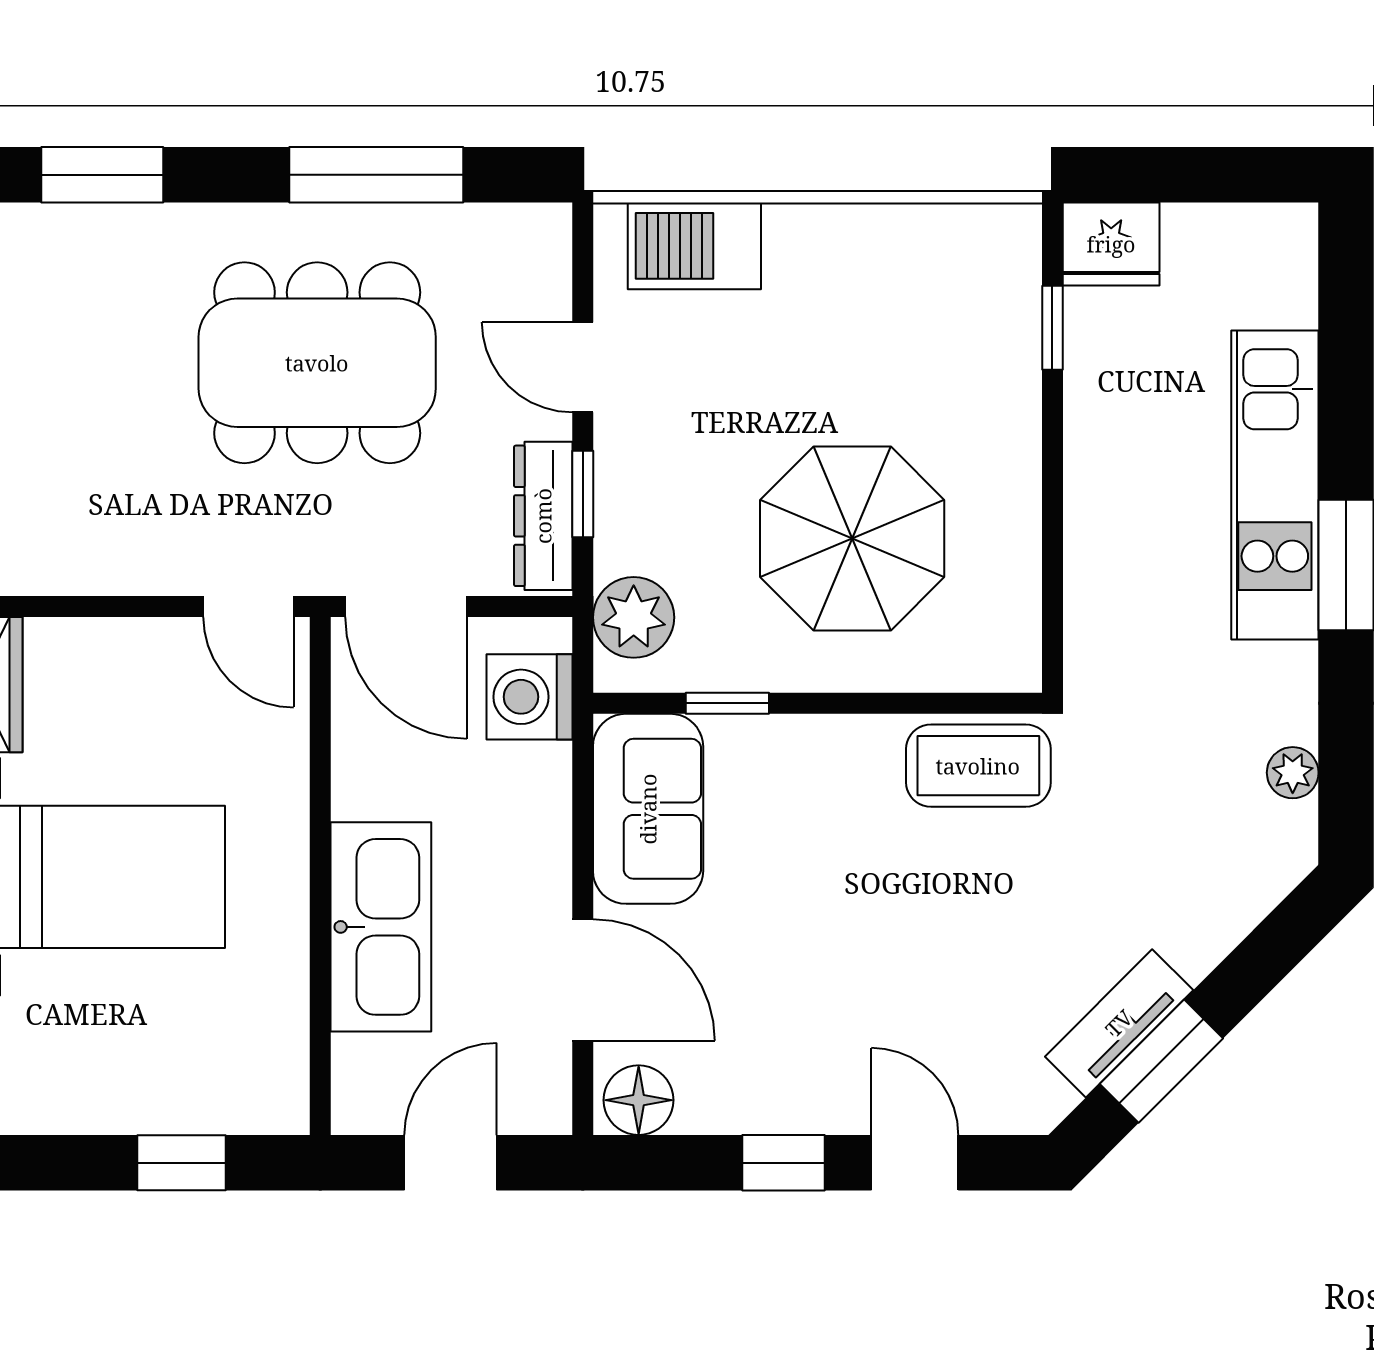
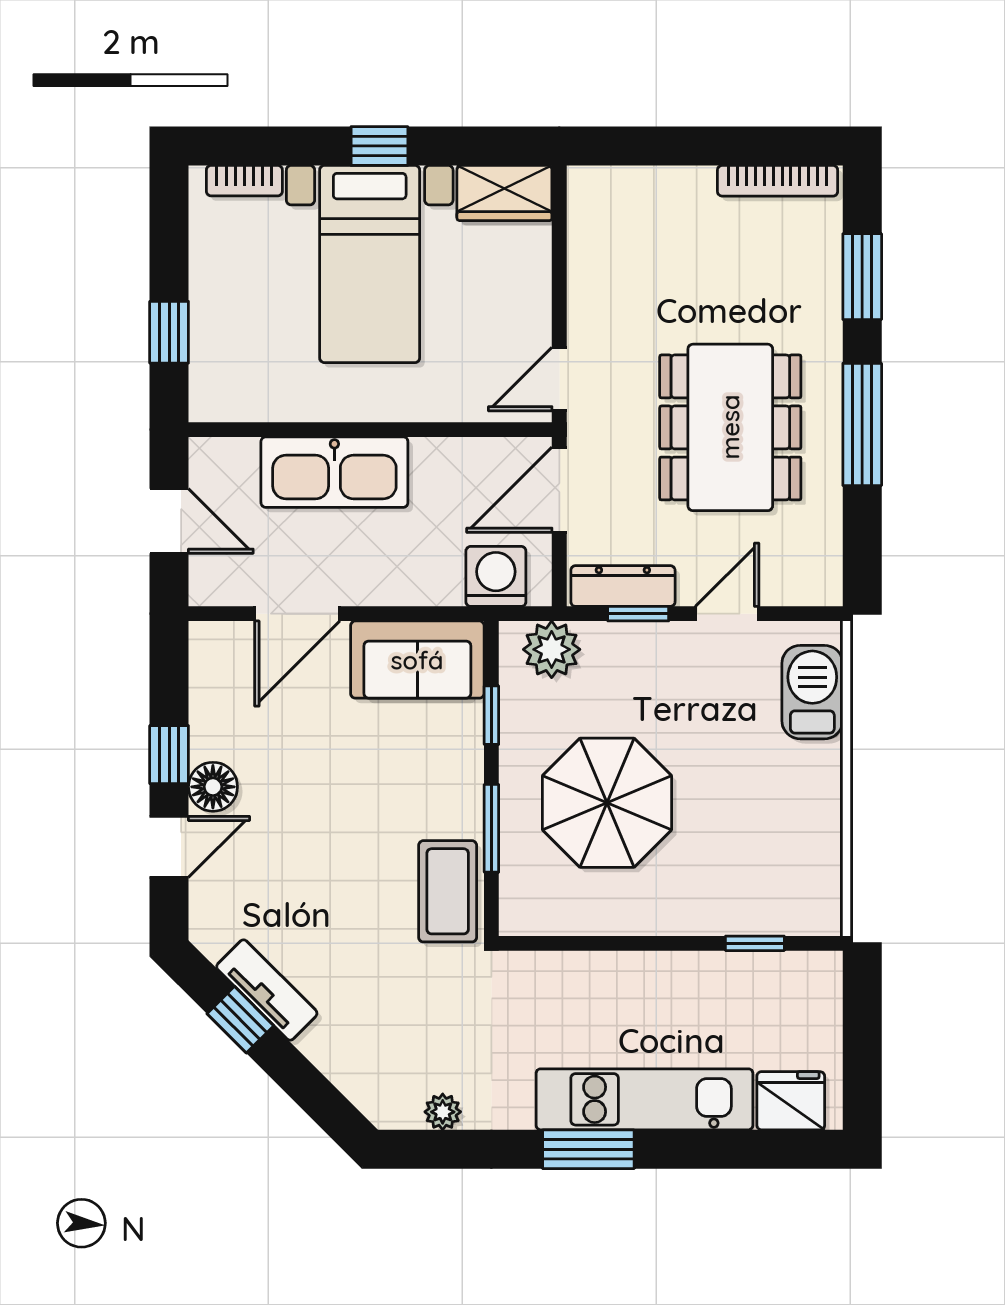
window: (376, 175) -> (862, 424), moved
fridge: (1111, 244) -> (791, 1101), moved, turned 90
window: (889, 703) -> (491, 828), added
window: (1161, 1061) -> (240, 1020), width x0.67
floor lamp: (639, 1100) -> (213, 787), moved

